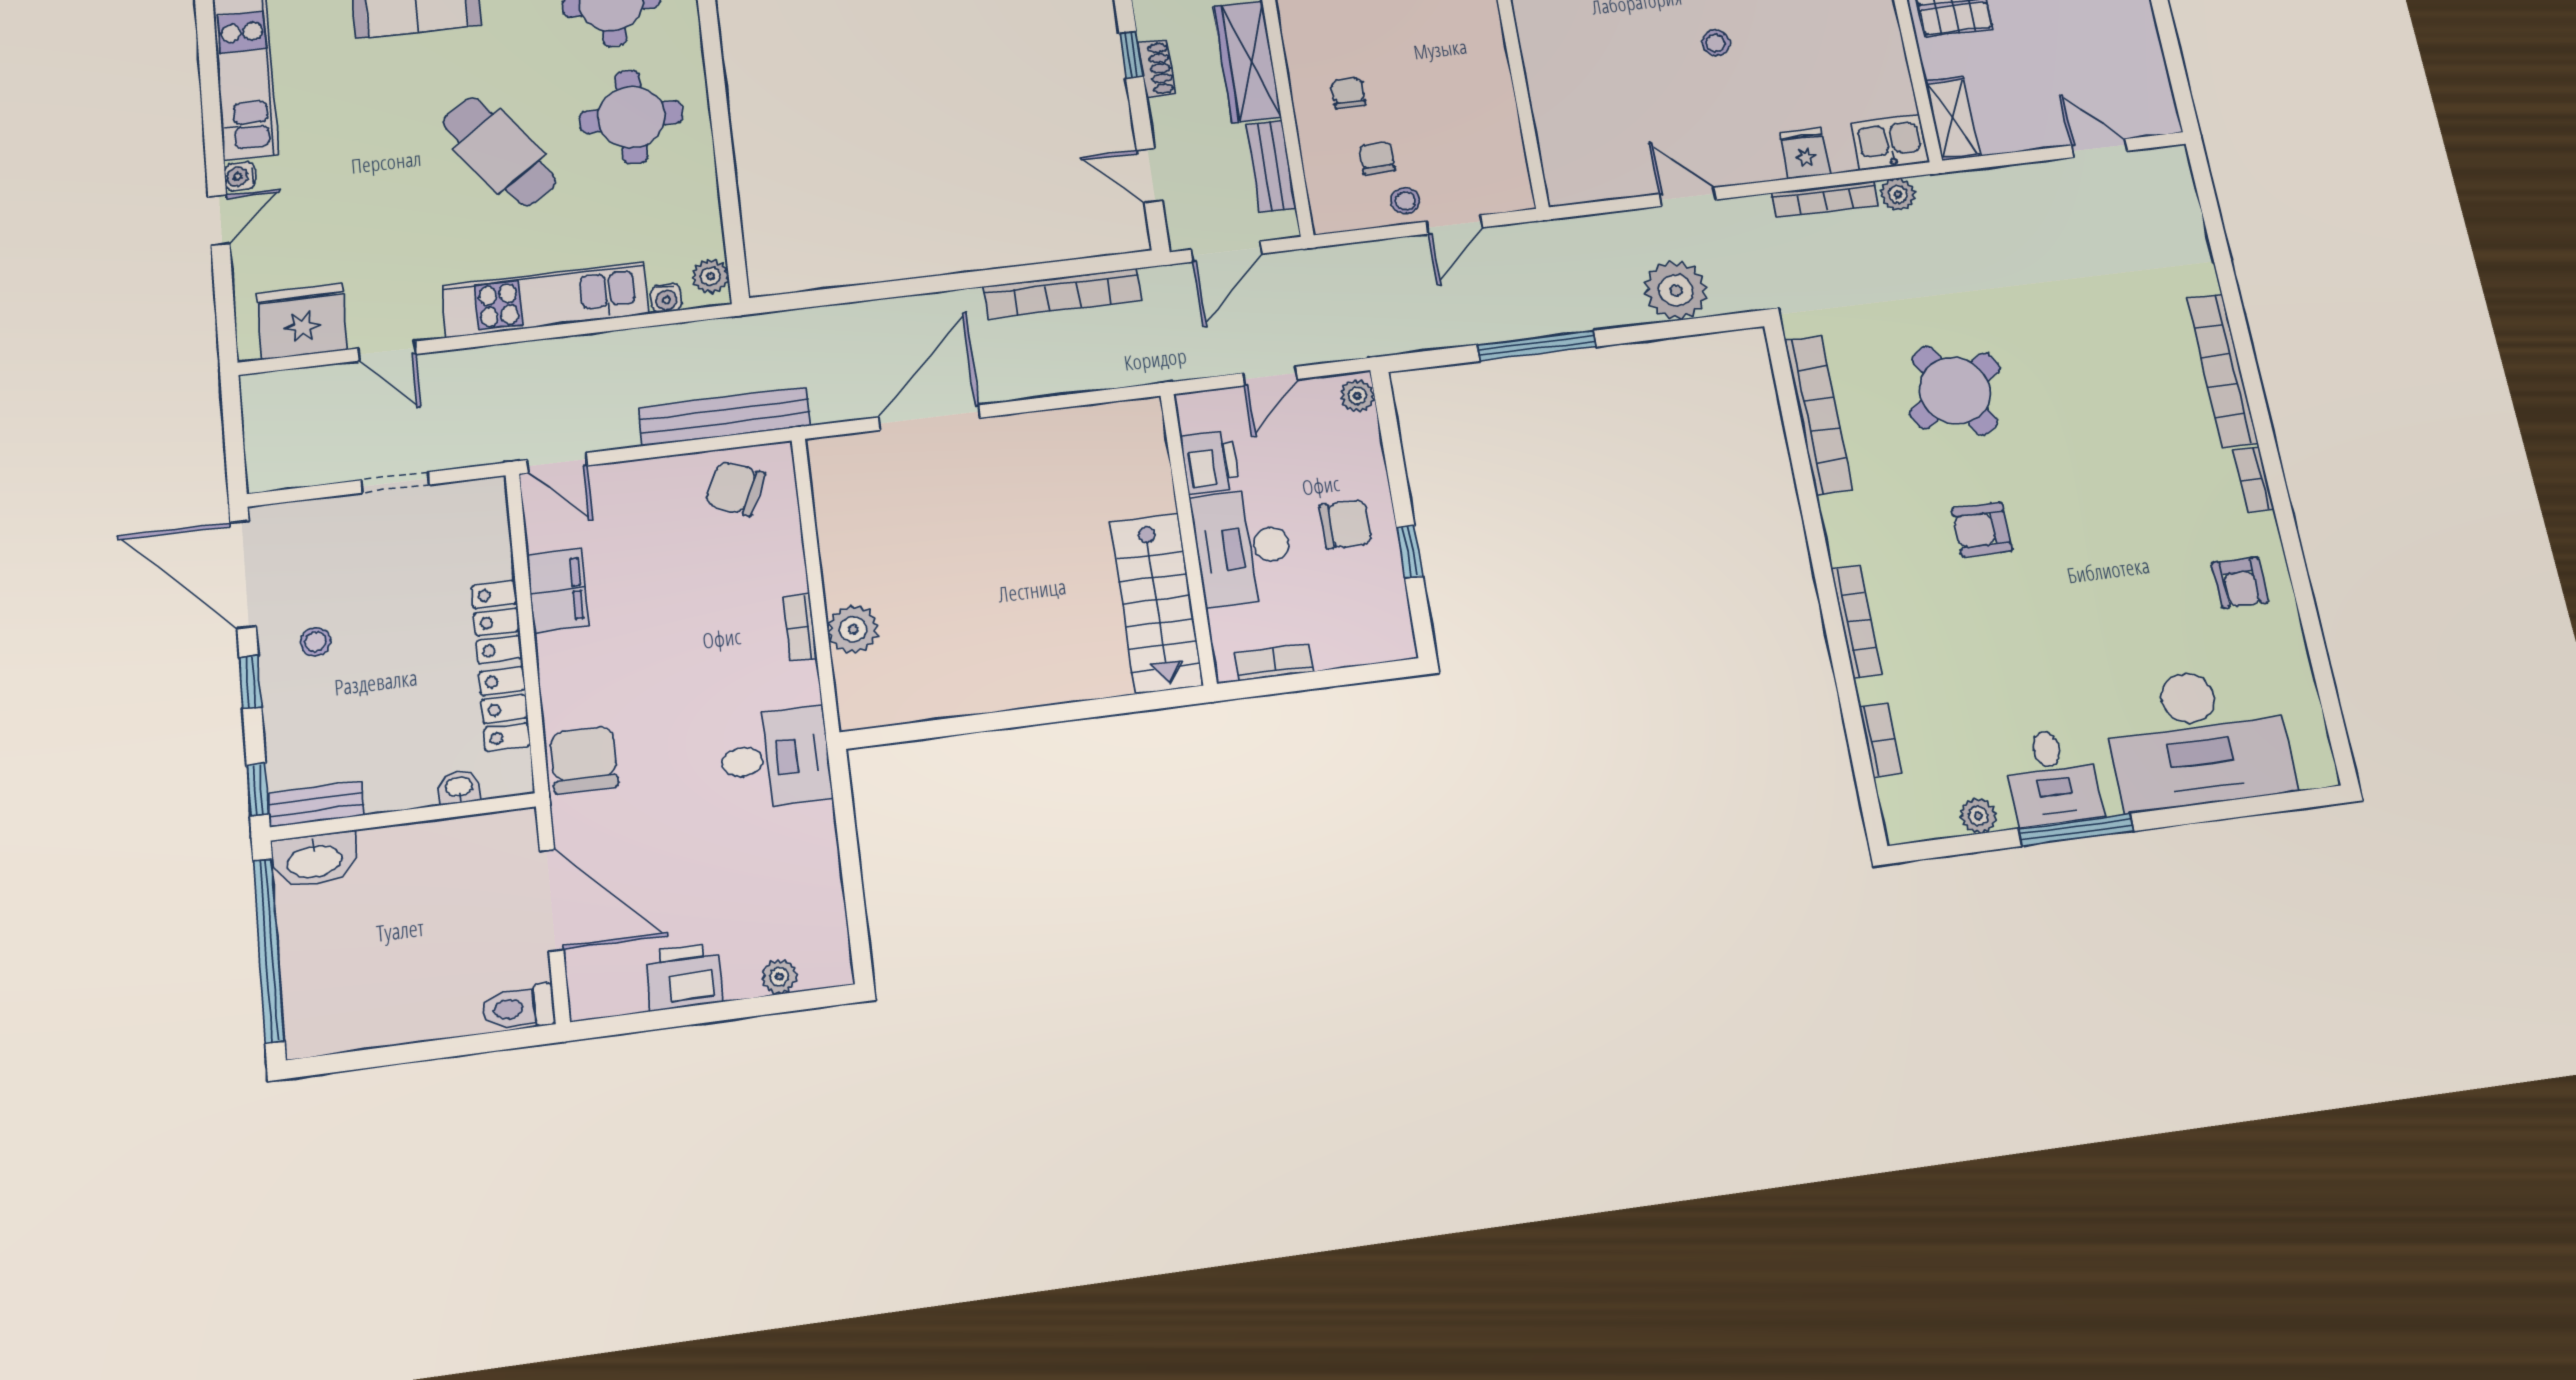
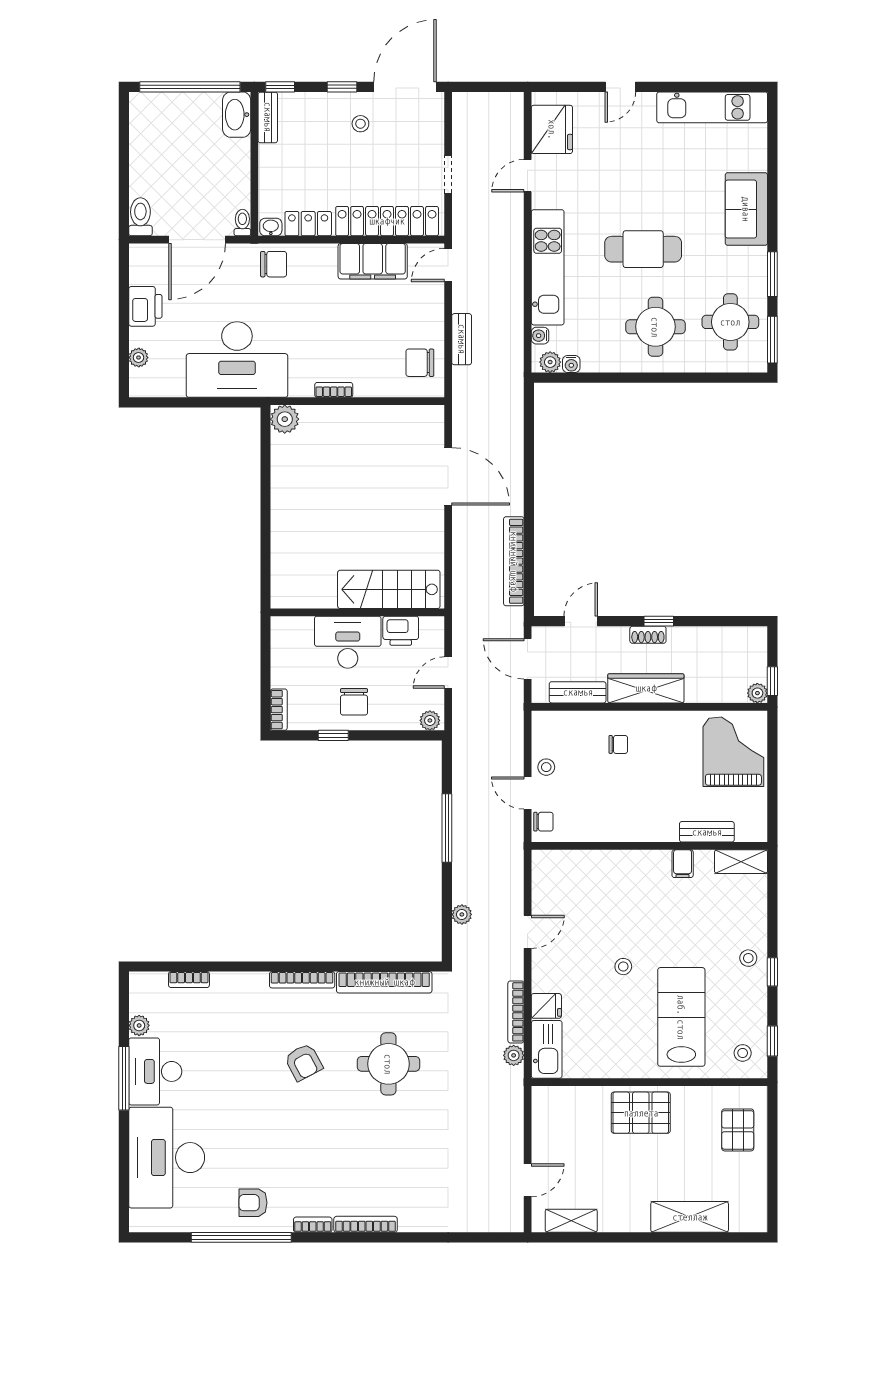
shelving: (1952, 119) -> (571, 1221), moved
kitchen sink: (1890, 143) -> (547, 1049), width x1.38
cafe table: (499, 152) -> (643, 249), turned 36
chair: (1377, 158) -> (543, 822), moved
water cooler: (240, 176) -> (571, 364), moved, turned 180
door: (219, 220) -> (620, 87), hinge flipped
plant: (1676, 290) -> (462, 914), width x0.53, depth x0.53
bookcase: (2222, 371) -> (366, 1224), width x0.68, depth x0.76
door: (1270, 376) -> (448, 673), hinge flipped
round table: (1955, 391) -> (388, 1064), turned 31
bench: (725, 416) -> (462, 339), width x0.54, depth x0.82
chair: (735, 489) -> (420, 363), turned -114
armchair: (1982, 529) -> (304, 1062), turned 152
filing cabinet: (558, 591) -> (373, 261), width x1.50, depth x1.17
window: (2304, 595) -> (241, 1237), added
stairs: (1157, 603) -> (389, 589), moved
locker: (497, 622) -> (387, 221), width x2.16, depth x1.21
bookcase: (1856, 622) -> (302, 980), moved
plant: (853, 629) -> (285, 419), moved
bookcase: (1274, 662) -> (279, 710), moved
desk: (775, 758) -> (237, 360), width x1.87, depth x1.30
chair: (584, 760) -> (274, 264), width x0.73, depth x0.73
desk: (2052, 777) -> (155, 1071), width x1.37
washbasin: (459, 787) -> (271, 227), moved, turned -90
toilet: (513, 824) -> (242, 223), added

